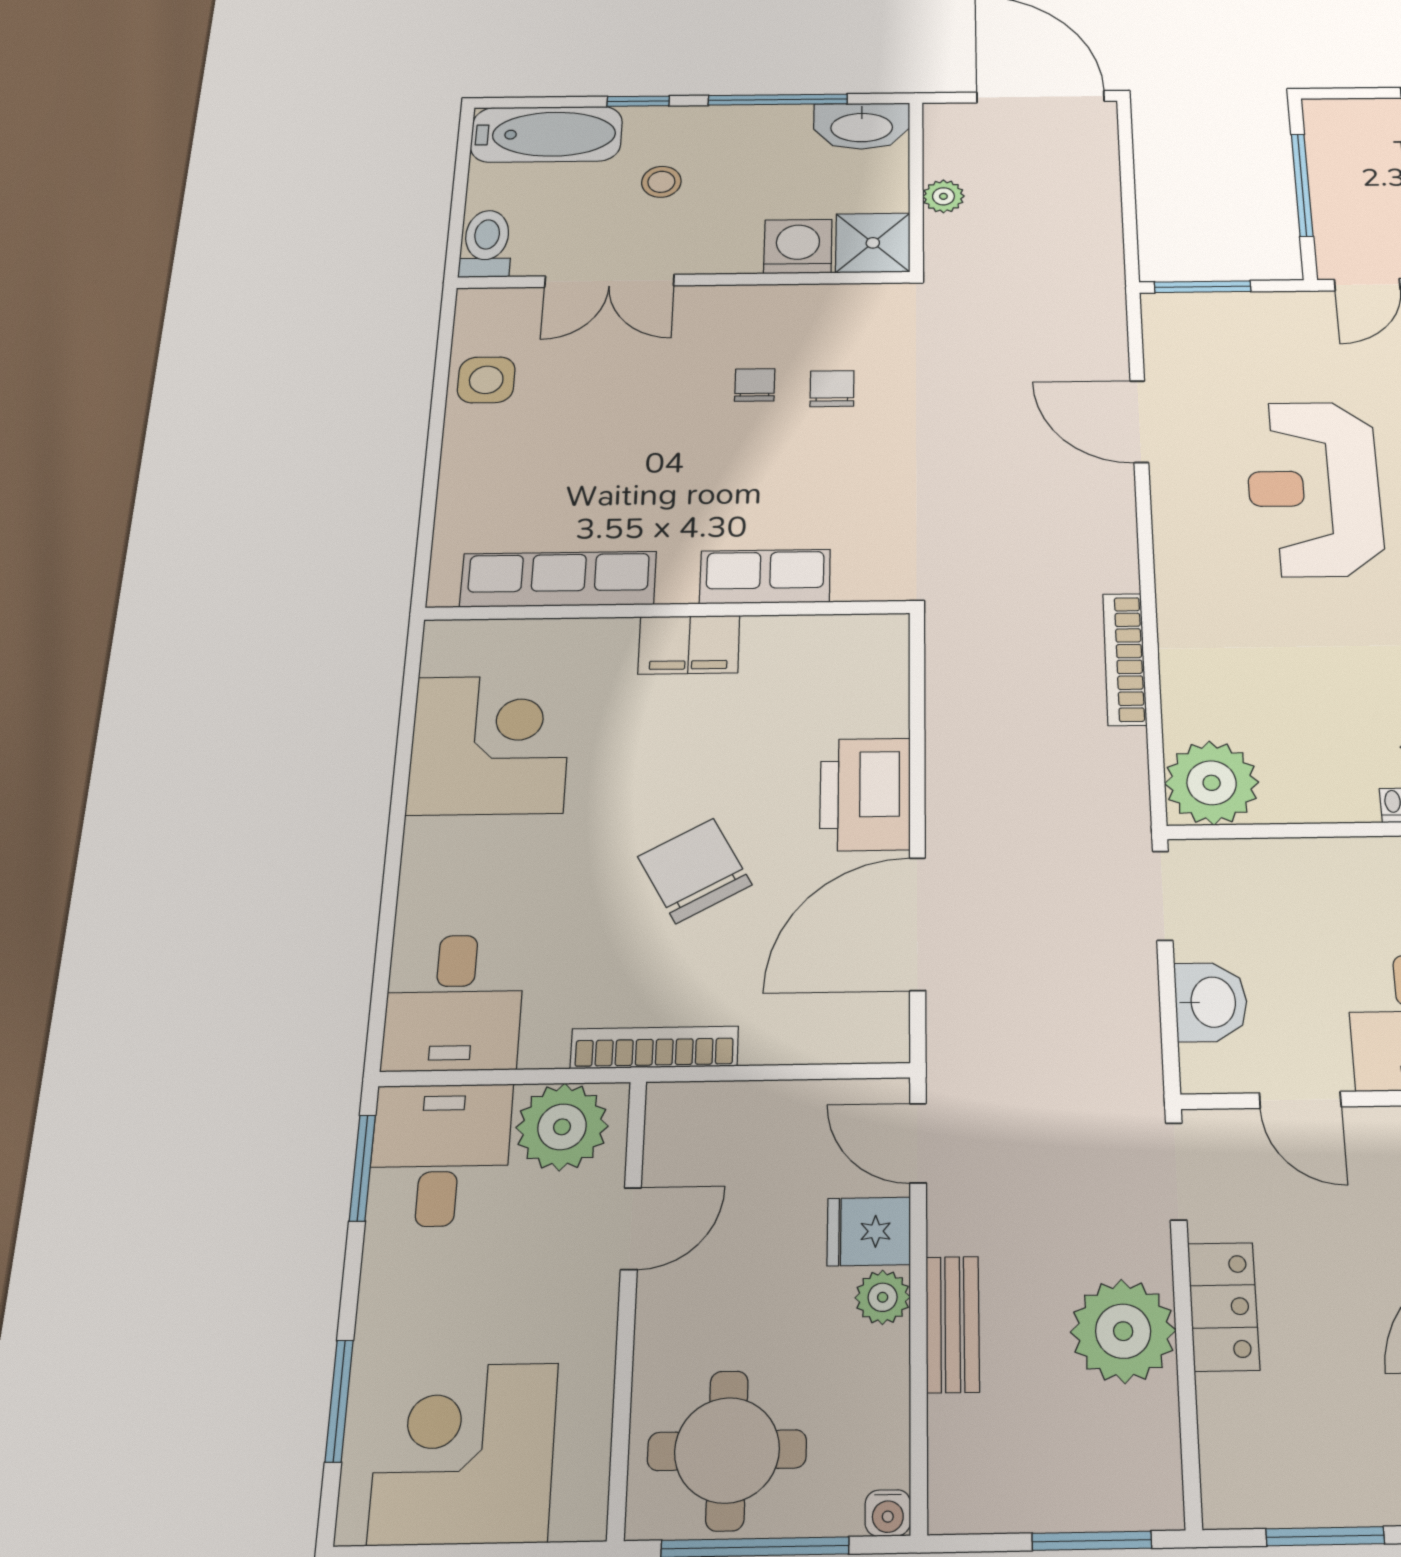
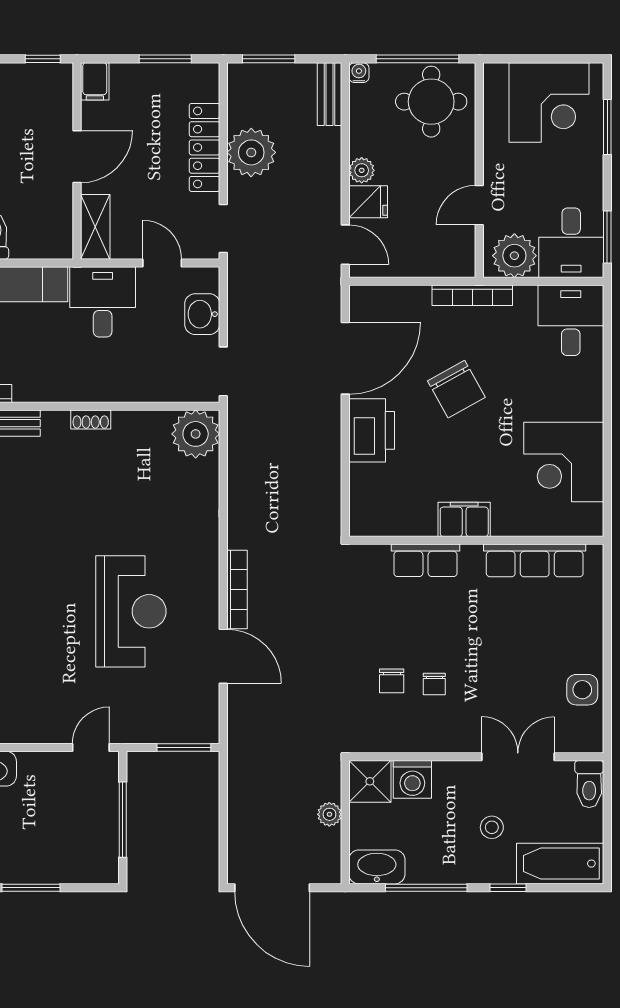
bookcase: (1125, 659) -> (237, 590), moved
locker: (1223, 1306) -> (205, 147), width x1.53
bench: (953, 1324) -> (329, 94), moved

